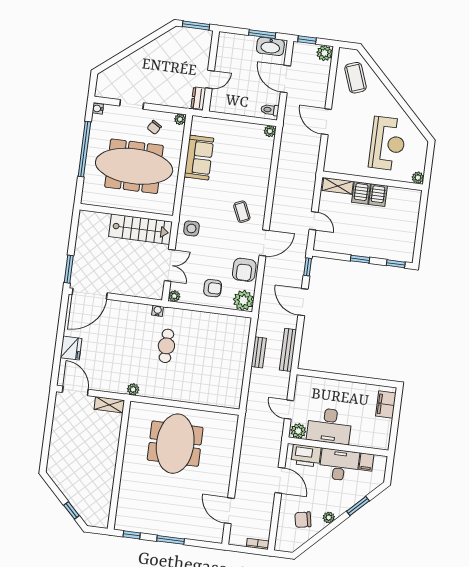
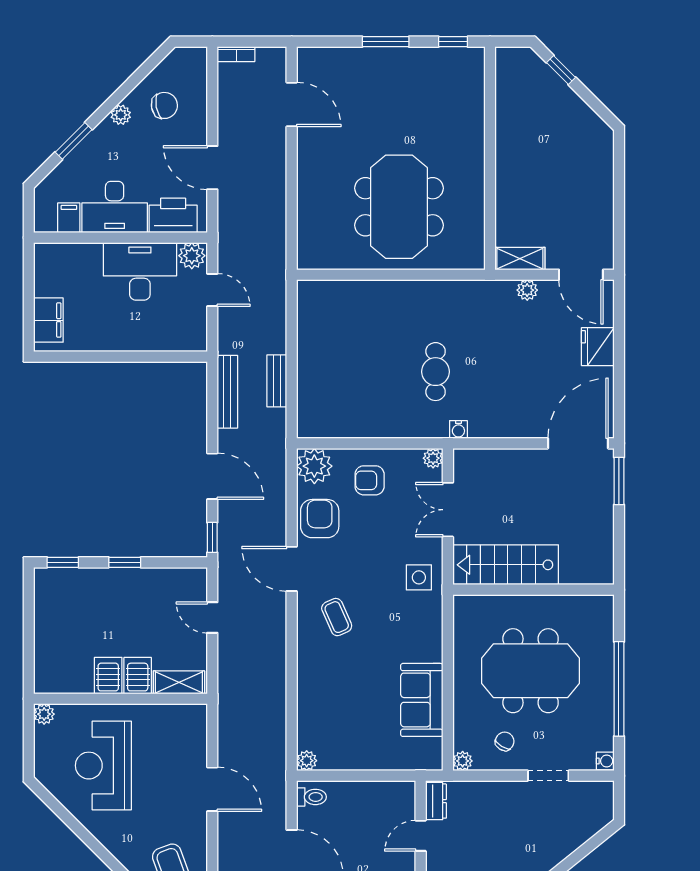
meeting table: (134, 166) -> (531, 671), width x0.73
door: (264, 243) -> (292, 569), hinge flipped
plant: (133, 389) -> (527, 290), moved

